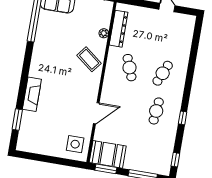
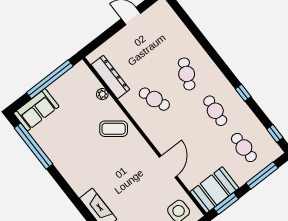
cafe table: (150, 149) -> (244, 148), added

